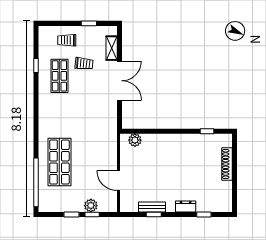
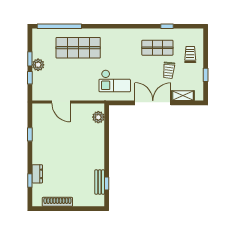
double door: (119, 81) -> (153, 103), swing flipped
checkout: (96, 122) -> (115, 81), added
shoe rack: (227, 164) -> (57, 202), moved
door: (118, 181) -> (61, 102), swing flipped
plant: (91, 206) -> (38, 65), moved
dresser: (186, 206) -> (37, 174), moved
bench: (152, 207) -> (100, 182), moved

